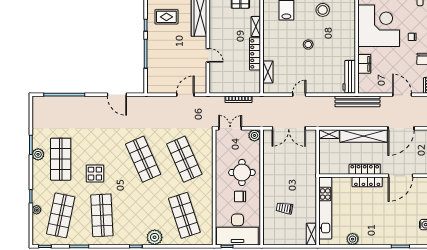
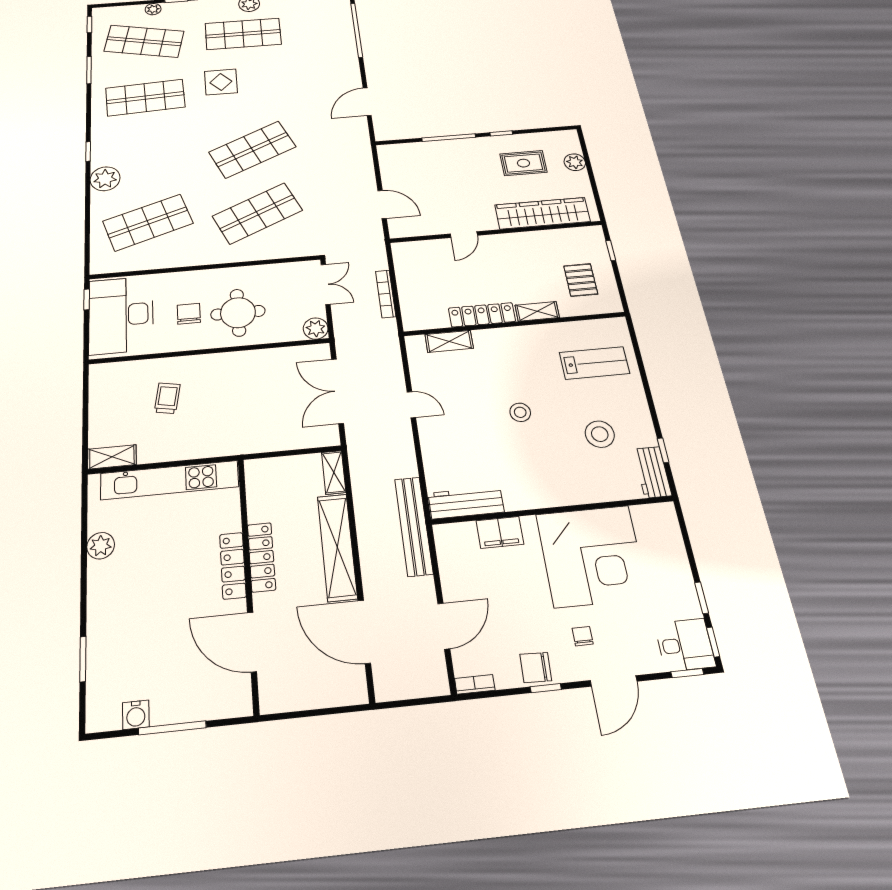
rug: (166, 17) -> (523, 163), turned 90

